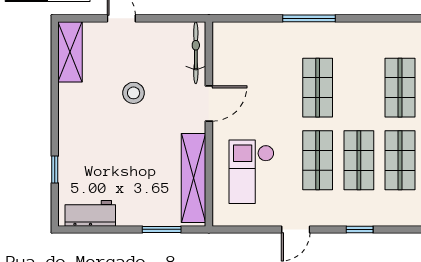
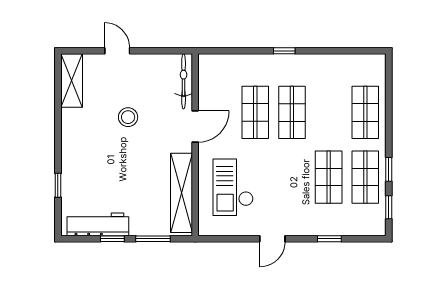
window: (309, 18) -> (284, 51), width x0.46
shop shelf: (318, 160) -> (255, 112), moved
workbench: (90, 213) -> (98, 224), width x1.38
window: (116, 229) -> (112, 239), added

